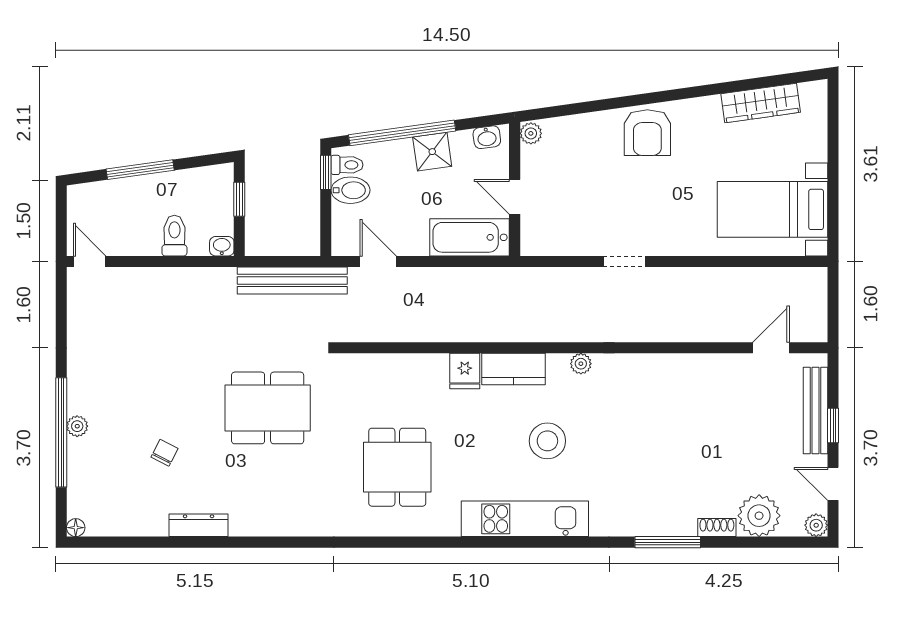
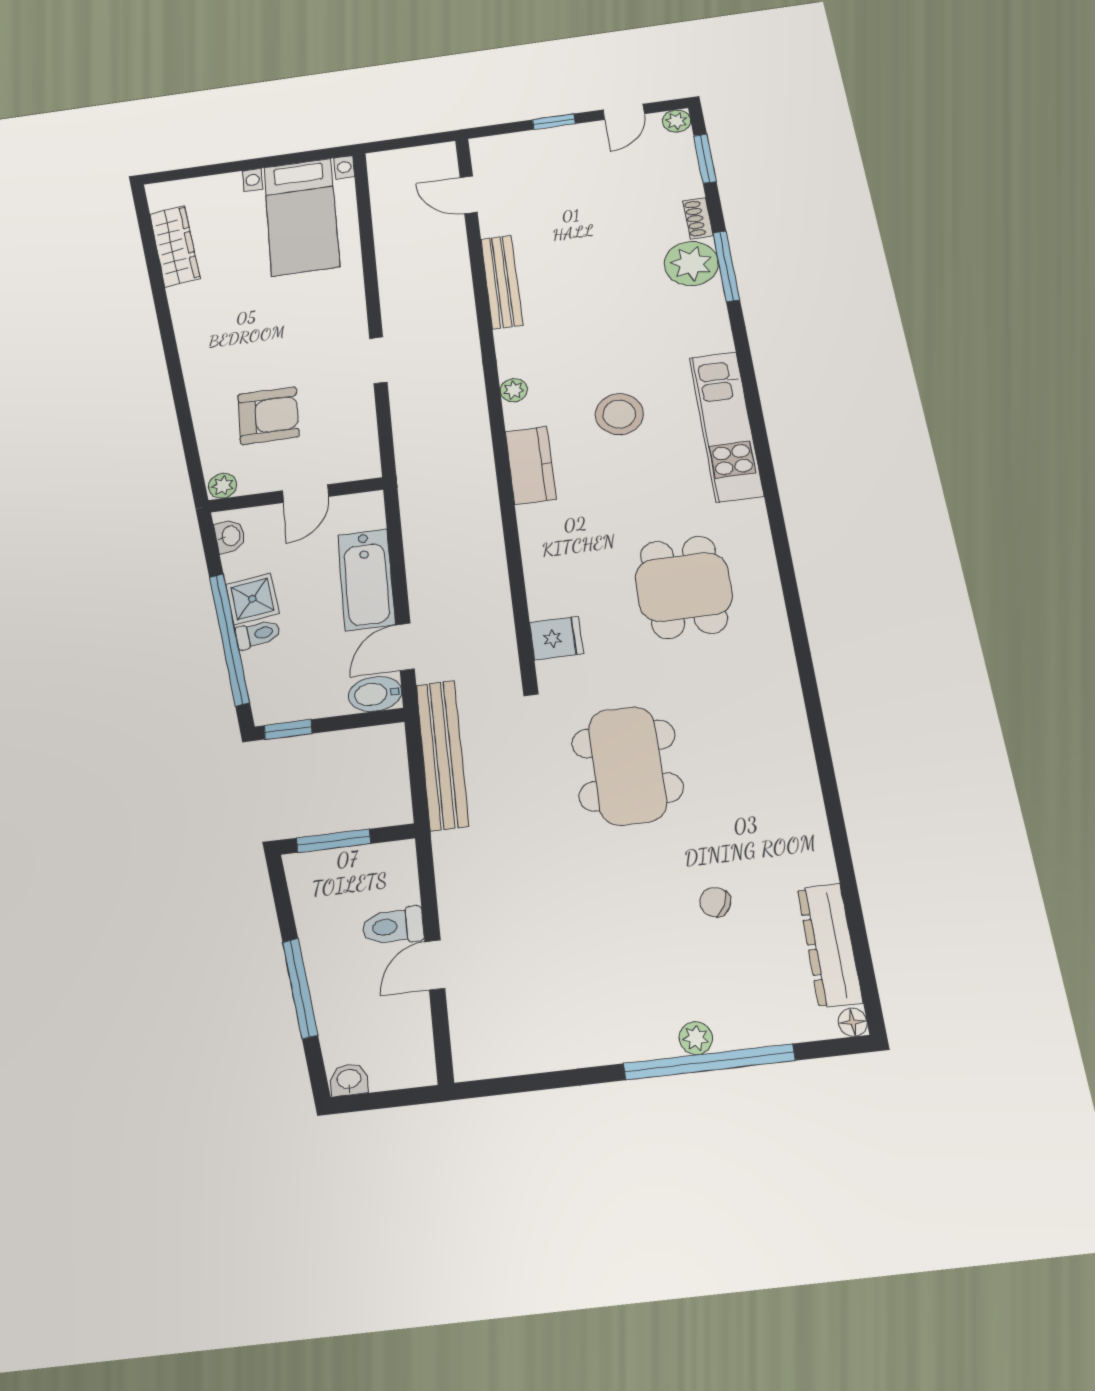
armchair: (647, 133) -> (268, 416), moved
toilet: (347, 165) -> (258, 634), moved, turned 82
bidet: (350, 190) -> (375, 694), moved, turned -90
window: (239, 199) -> (334, 841), width x1.50
bathtub: (470, 237) -> (366, 579), moved
washbasin: (222, 246) -> (349, 1080), moved, turned 90
door: (90, 261) -> (435, 965), moved
fridge: (465, 371) -> (556, 638), moved
bench: (816, 410) -> (502, 282), moved, turned 90
dining table: (397, 467) -> (684, 587), turned 90
plant: (759, 516) -> (691, 263), moved
dresser: (199, 525) -> (830, 945), moved, width x1.37, depth x1.24
window: (774, 542) -> (705, 159), added

